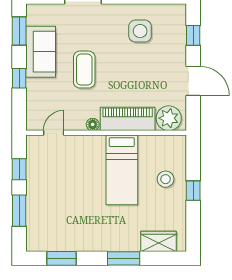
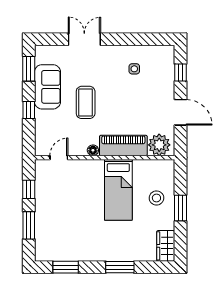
side table: (140, 31) -> (134, 69), width x0.54, depth x0.54
window: (193, 191) -> (180, 208), width x1.50
wardrobe: (158, 241) -> (166, 246), moved, turned -90

